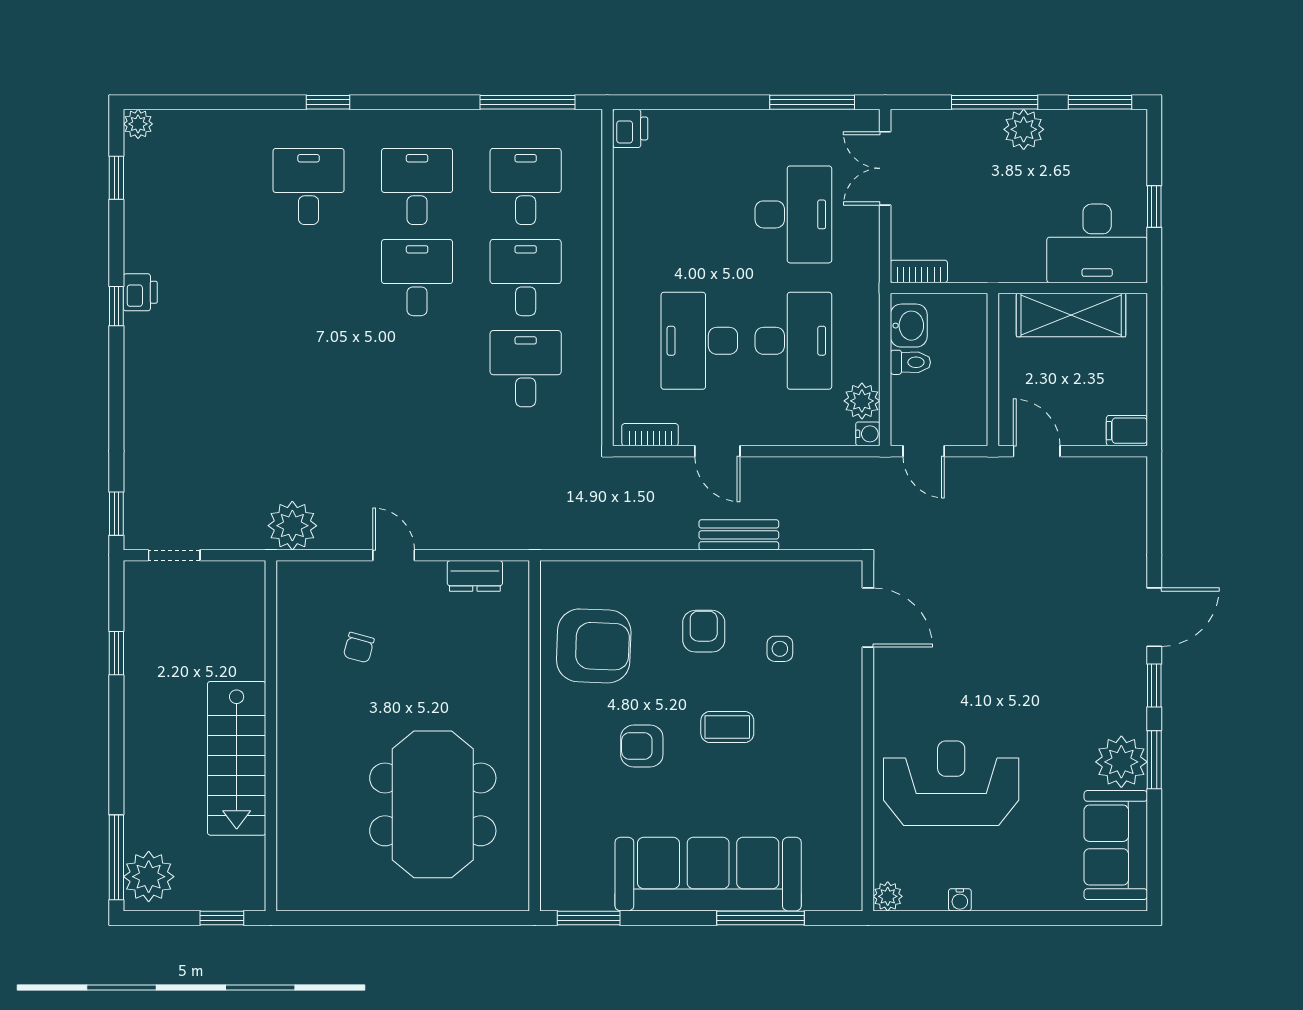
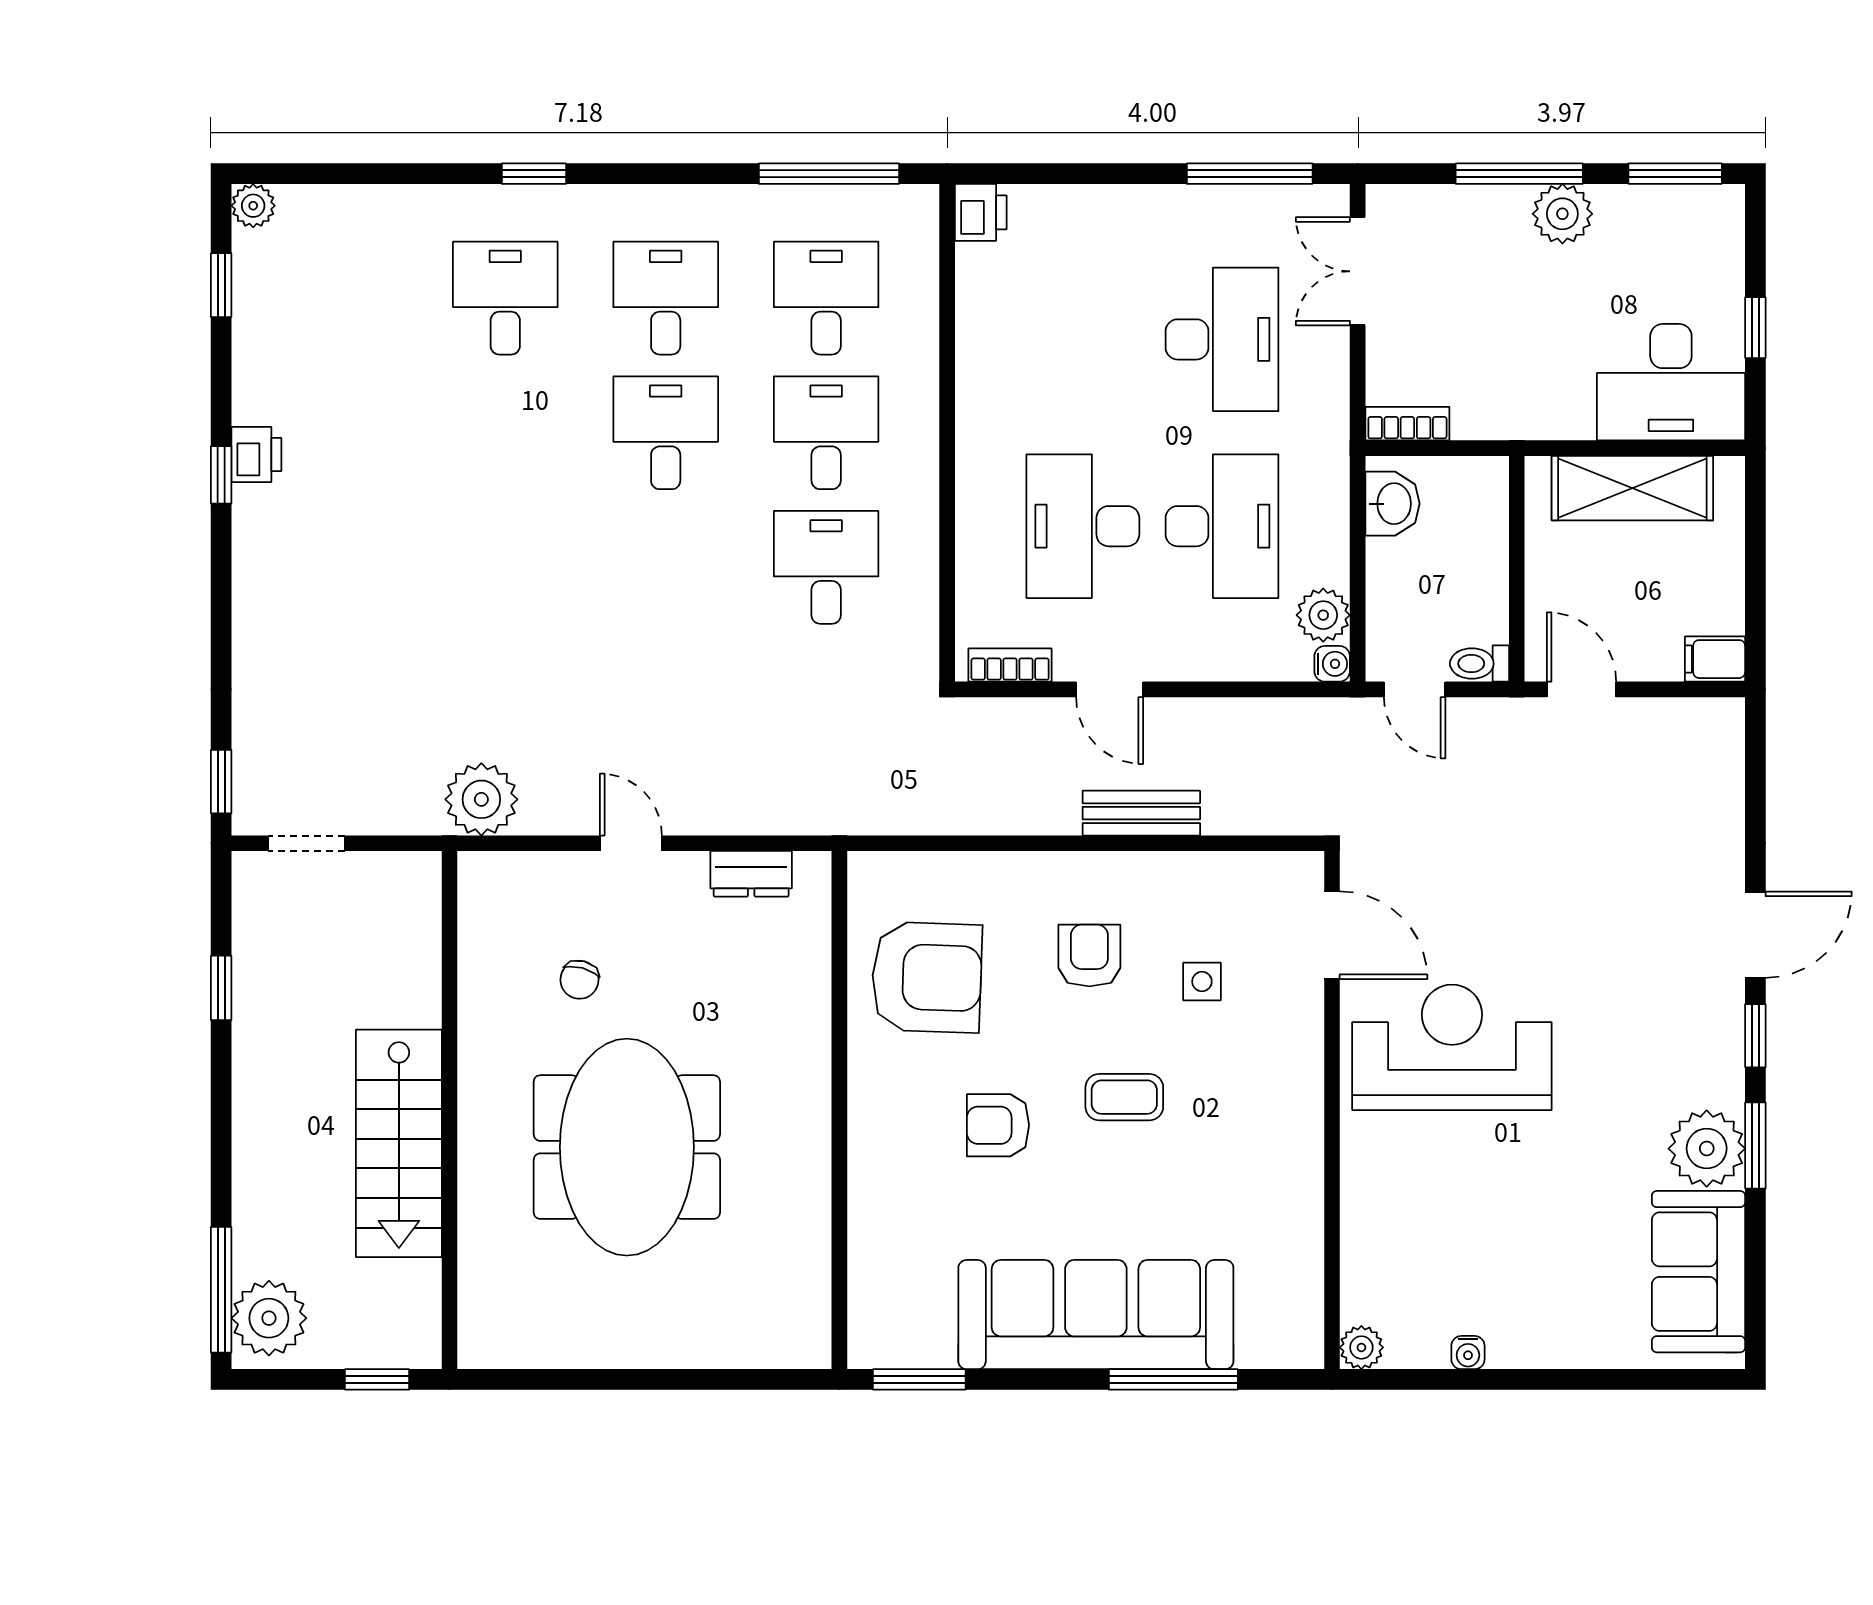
toilet: (910, 362) -> (1480, 664), moved, turned 180
reception desk: (951, 783) -> (1452, 1047), moved
meeting table: (433, 804) -> (627, 1147), moved

